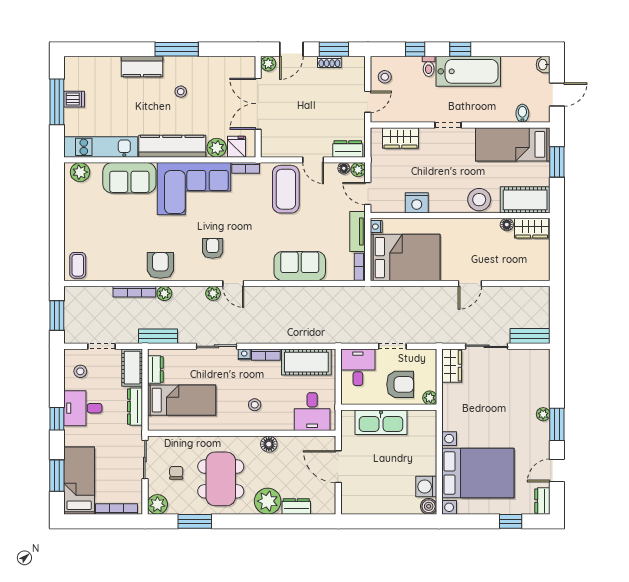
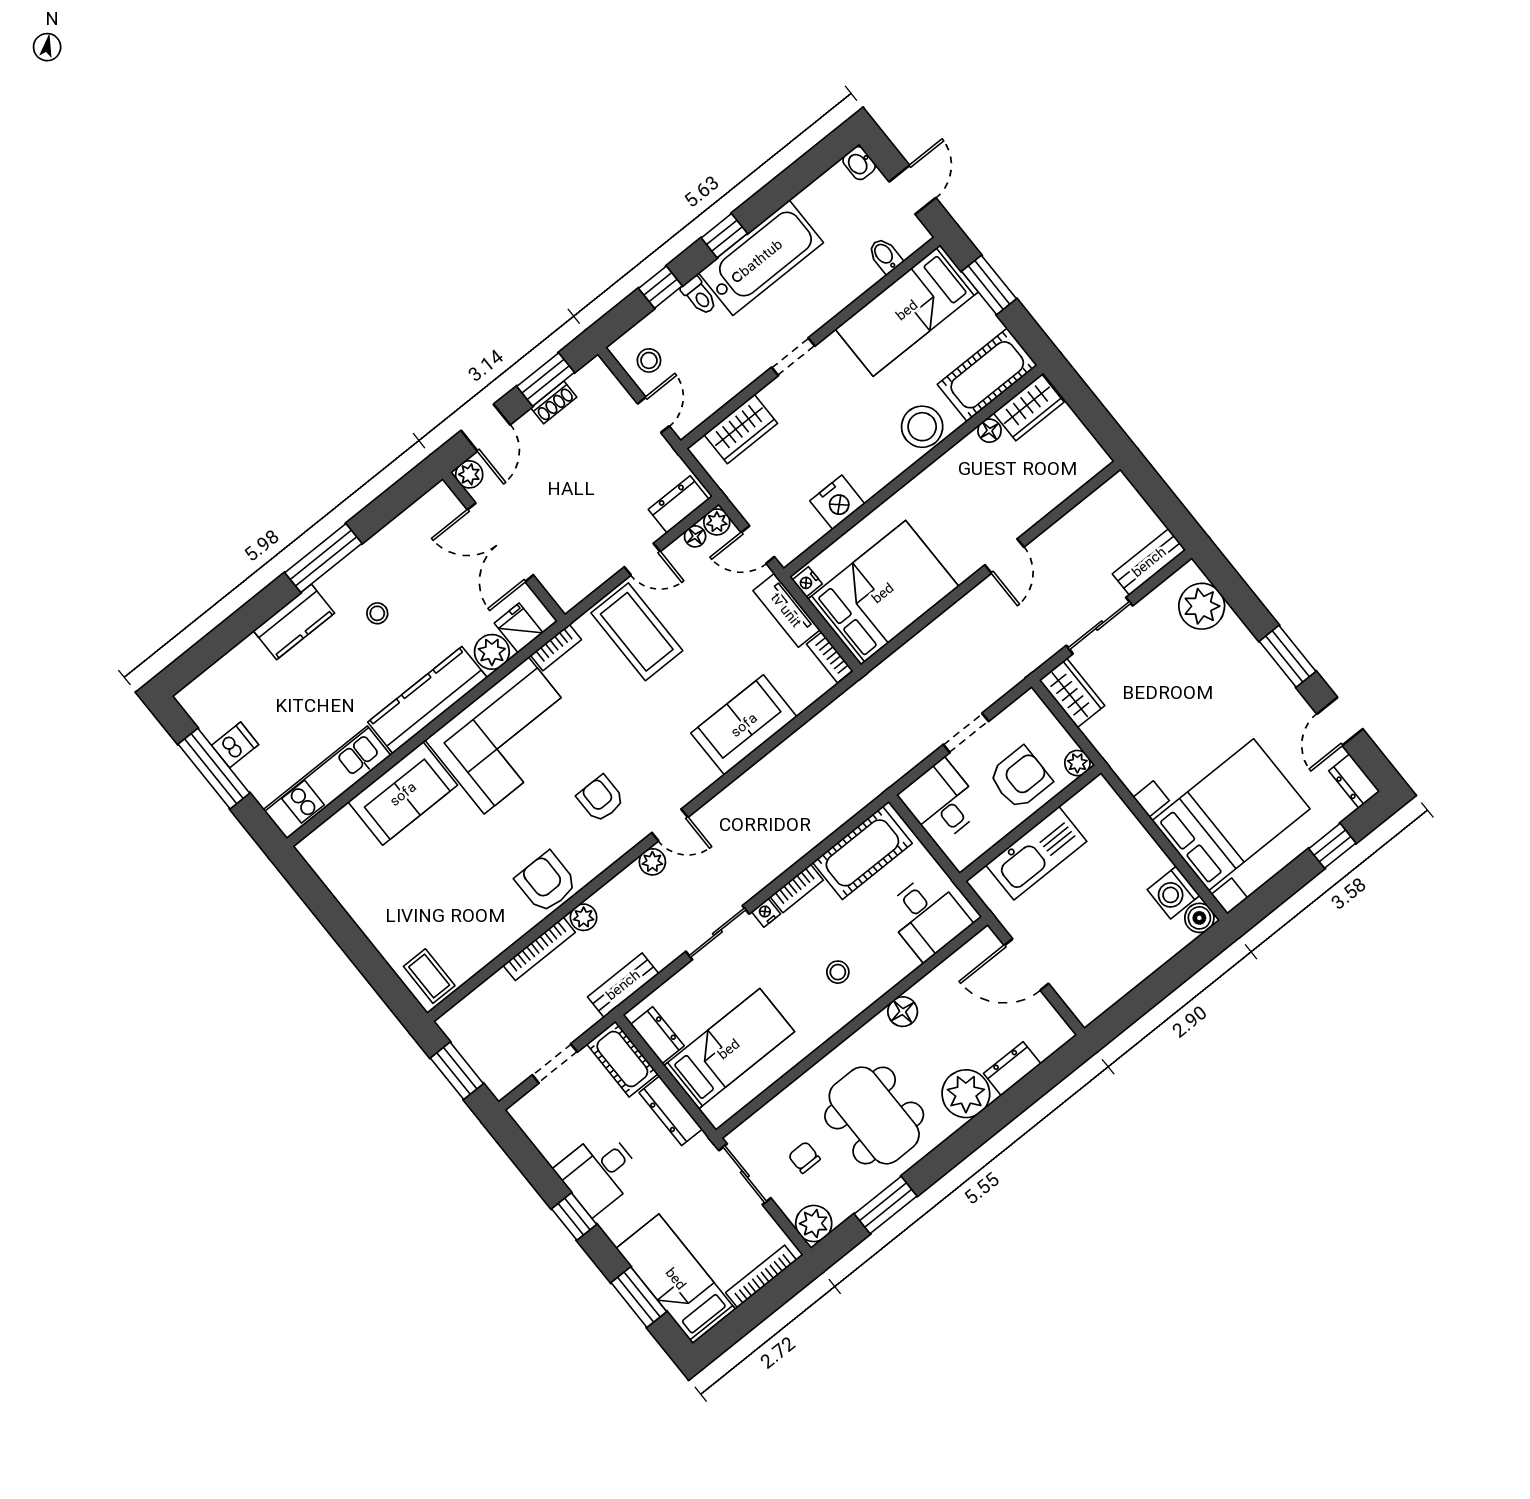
plant: (80, 172) -> (326, 842), removed
stool: (80, 371) -> (553, 1123), removed
plant: (543, 414) -> (1202, 606), moved, width x1.88, depth x1.88

